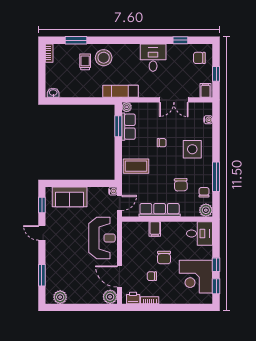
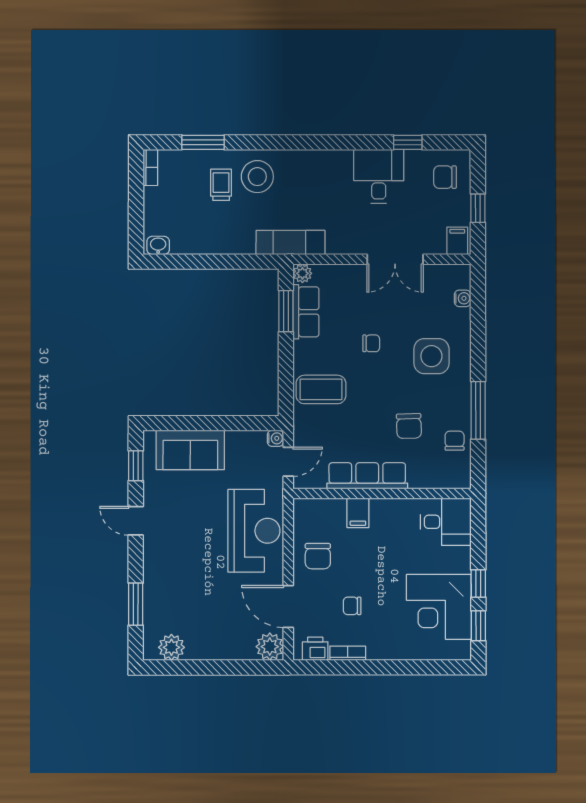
desk: (153, 58) -> (379, 176), moved
plant: (206, 210) -> (458, 476), removed
chair: (164, 258) -> (318, 556), moved

